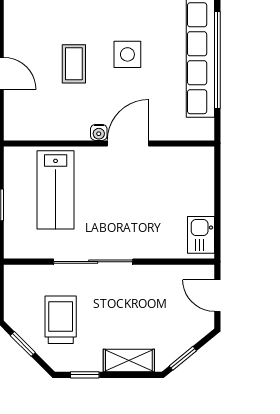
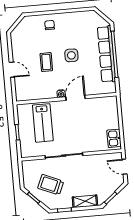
trolley: (61, 320) -> (51, 185), turned -67

